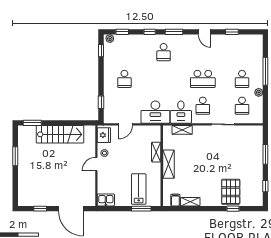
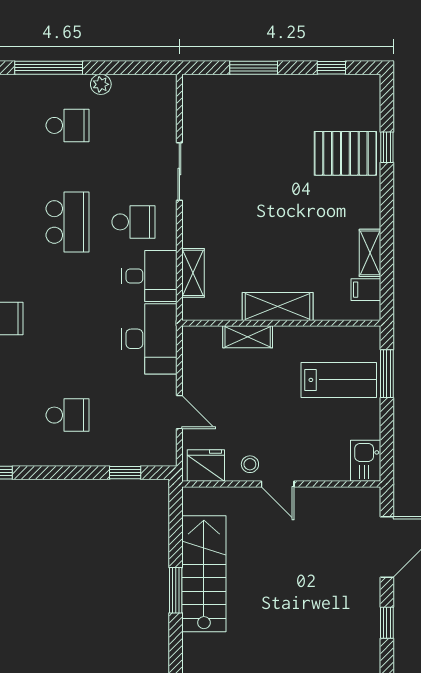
school desk: (242, 106) -> (133, 125), removed
window: (32, 123) -> (176, 590), moved
lab bench: (139, 189) -> (339, 380), turned 180

